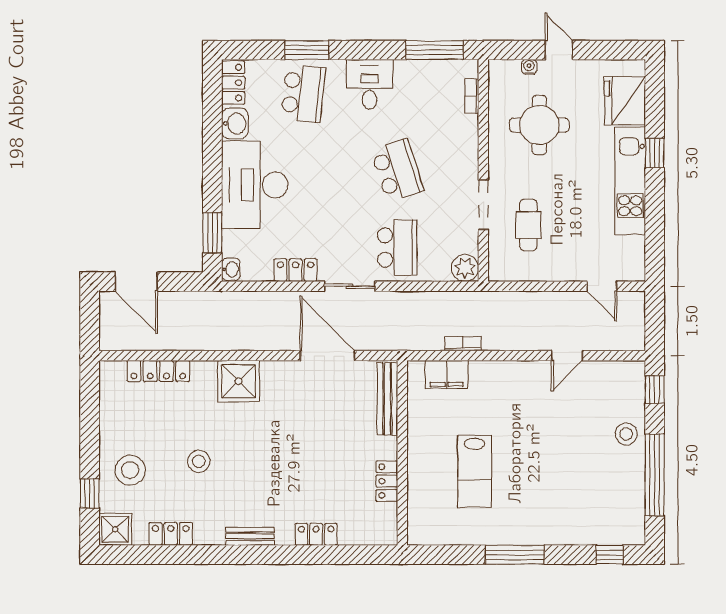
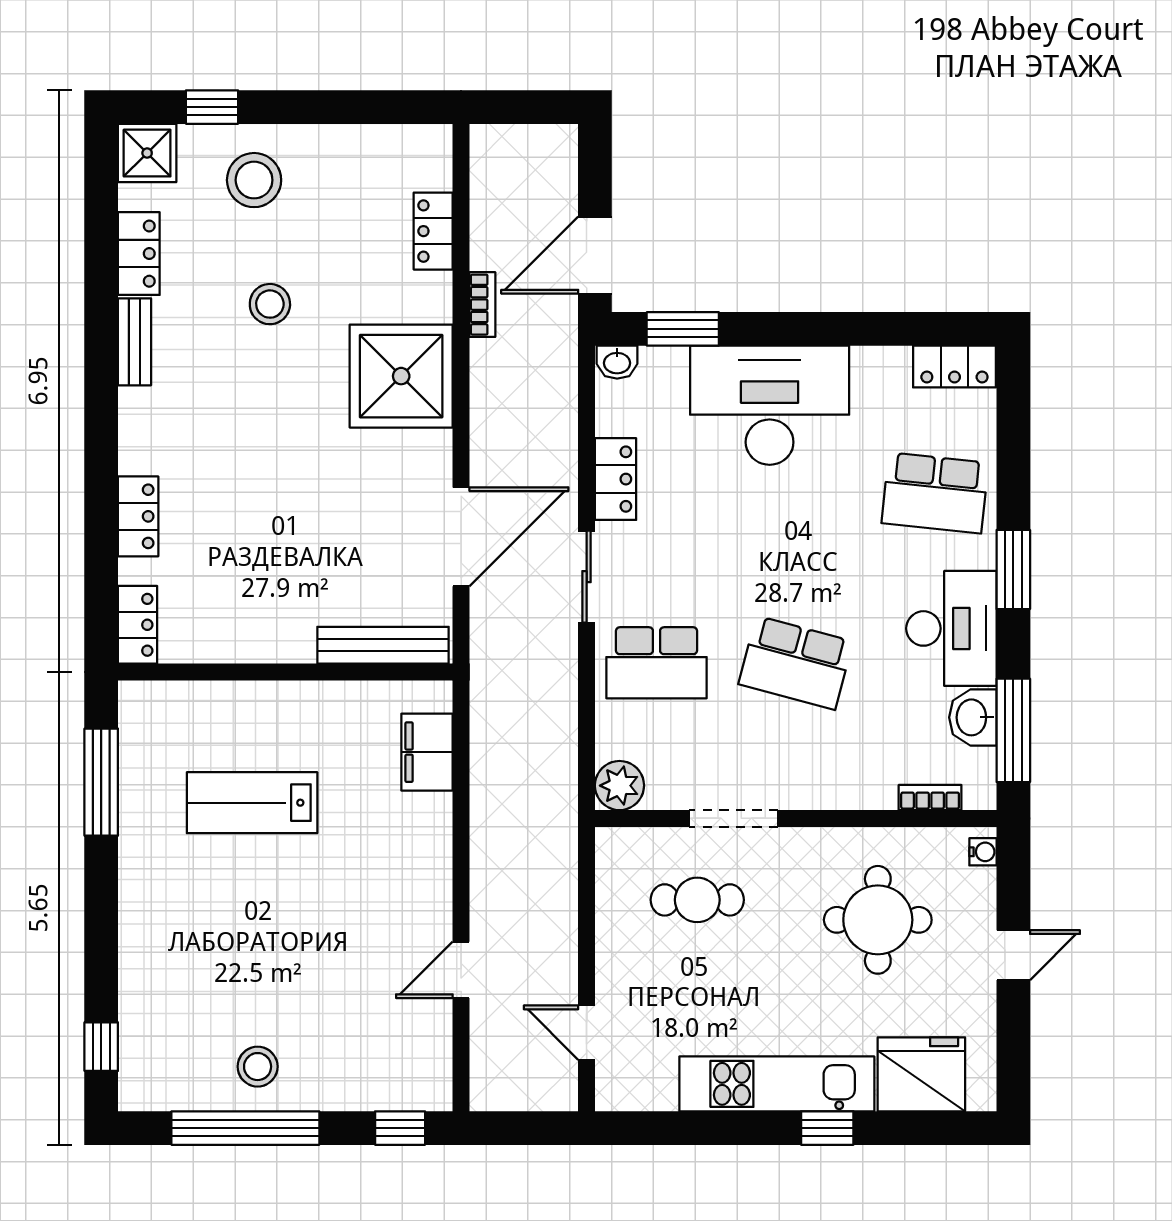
window: (307, 50) -> (1013, 569), moved
water cooler: (529, 67) -> (983, 852), moved
desk: (370, 84) -> (951, 628), width x1.37
washbasin: (235, 123) -> (973, 717), moved, turned 90
school desk: (397, 170) -> (796, 663), turned 33
door: (136, 282) -> (595, 255), moved
door: (602, 286) -> (587, 1033), hinge flipped
bookcase: (463, 344) -> (482, 305), moved
door: (567, 356) -> (461, 970), hinge flipped
locker: (158, 371) -> (433, 231), width x0.66
shower: (239, 381) -> (401, 376), width x1.37, depth x1.37
stool: (626, 434) -> (258, 1067), moved
locker: (387, 481) -> (138, 625), moved, turned 90
bench: (250, 536) -> (135, 342), moved
window: (515, 555) -> (101, 782), moved

